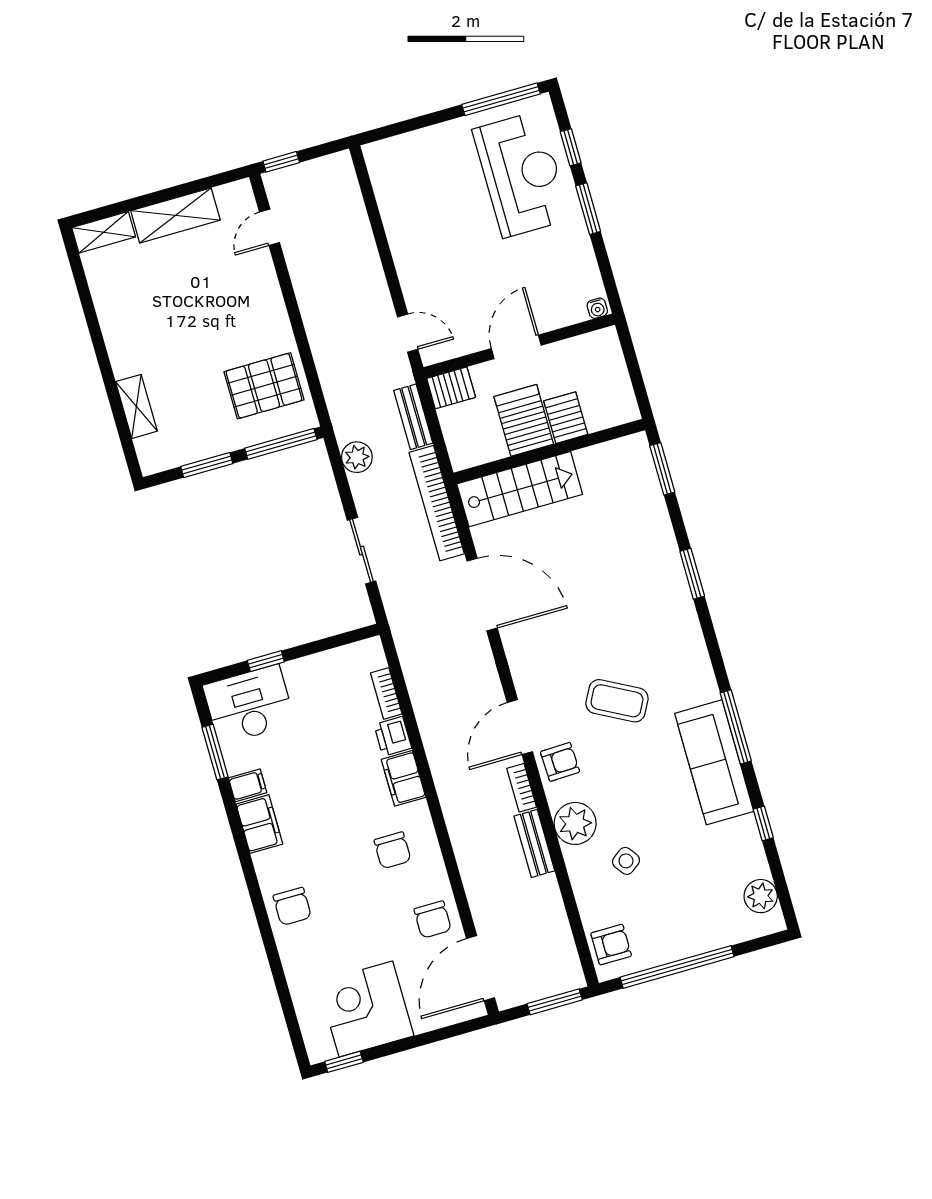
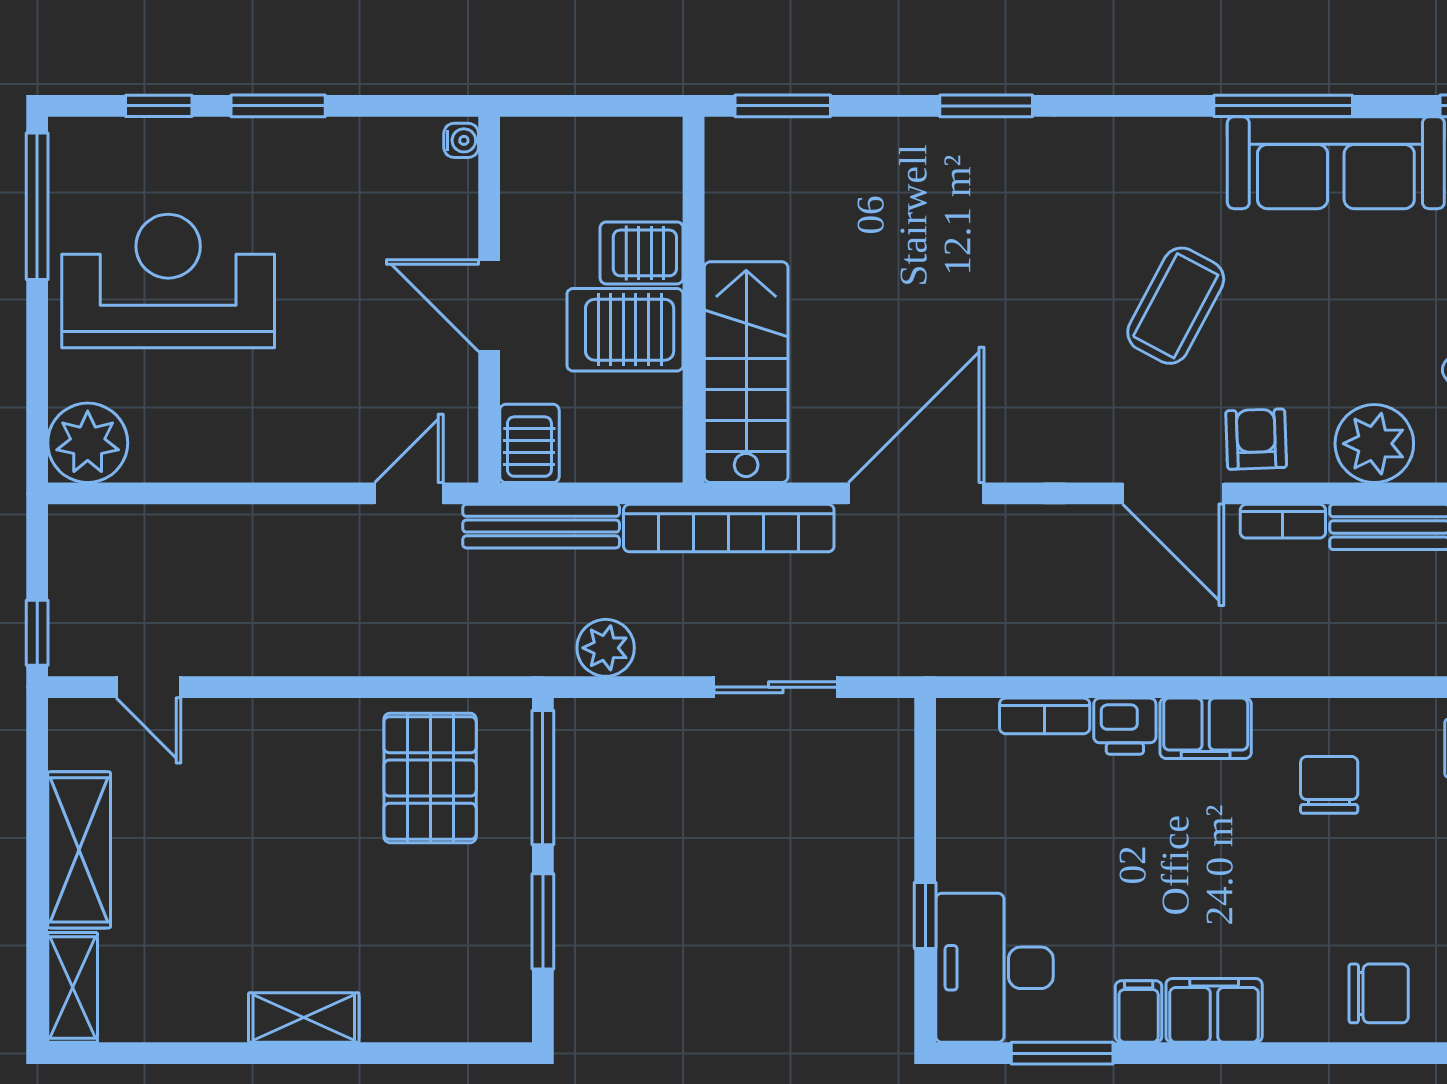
plant: (387, 160) -> (88, 443), added
reception desk: (521, 174) -> (168, 281), moved
shelving: (136, 406) -> (304, 1018), moved
bench: (413, 417) -> (541, 526), width x1.36
chair: (392, 850) -> (1329, 785), turned -90

